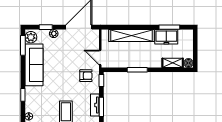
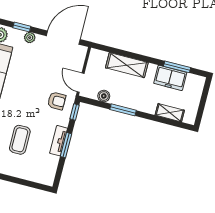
shelving: (131, 36) -> (127, 65), width x0.68
boiler: (188, 63) -> (104, 96), moved

